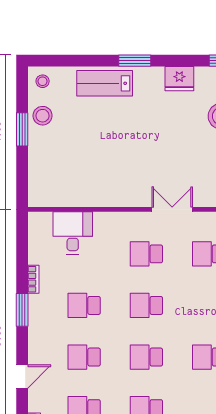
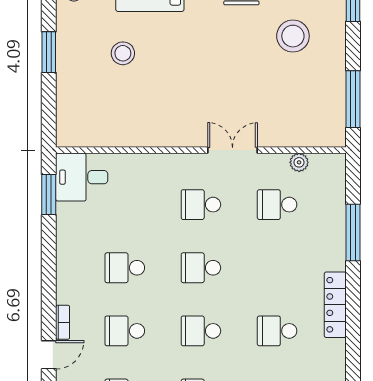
stool: (43, 116) -> (123, 53), moved
desk: (73, 233) -> (82, 177), moved, turned -90
bookcase: (33, 279) -> (63, 322), moved
window: (22, 310) -> (49, 194), moved

